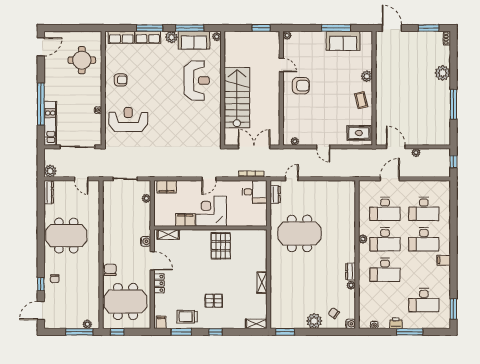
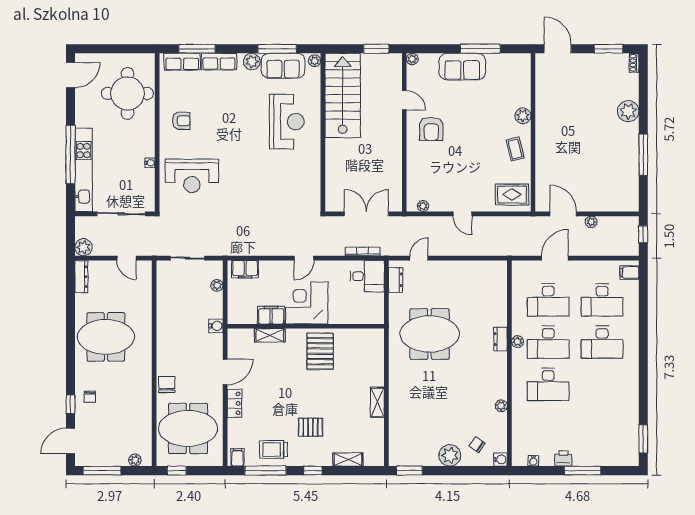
window: (150, 28) -> (197, 49), moved
sofa: (343, 41) -> (462, 67), moved
round table: (82, 60) -> (127, 93), width x1.36, depth x1.36
armchair: (301, 86) -> (431, 129), turned 90
stairs: (237, 98) -> (343, 95), moved
reception desk: (128, 120) -> (192, 176), turned 180
kitchen unit: (50, 123) -> (84, 170), width x1.36
shelving: (168, 234) -> (270, 335), moved
water cooler: (146, 241) -> (216, 326), moved
filing cabinet: (444, 260) -> (629, 273), moved
door: (152, 261) -> (225, 372), hinge flipped
dresser: (351, 272) -> (500, 339), moved
desk: (424, 300) -> (602, 427), removed
shelving: (256, 324) -> (348, 459), moved
window: (79, 332) -> (102, 471), moved
window: (181, 332) -> (265, 471), width x1.44

